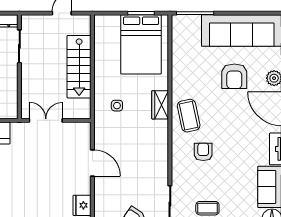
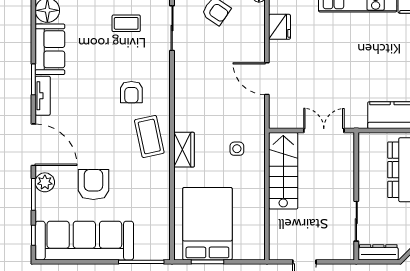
stairs: (79, 67) -> (283, 171), moved
double door: (46, 120) -> (324, 131), swing flipped

